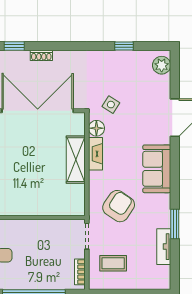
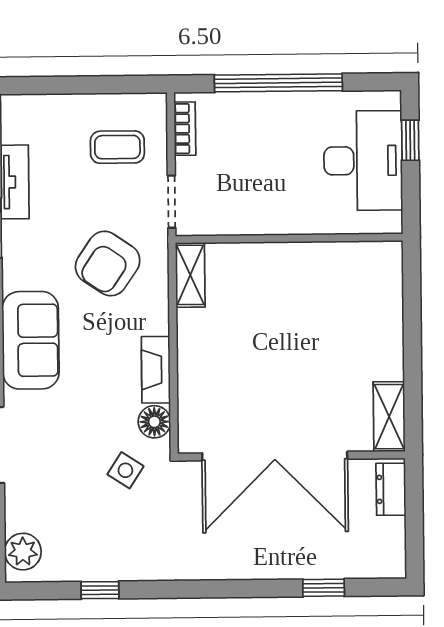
shoe rack: (41, 55) -> (268, 569), removed
shelving: (76, 160) -> (190, 275), moved, width x0.67, depth x0.75

